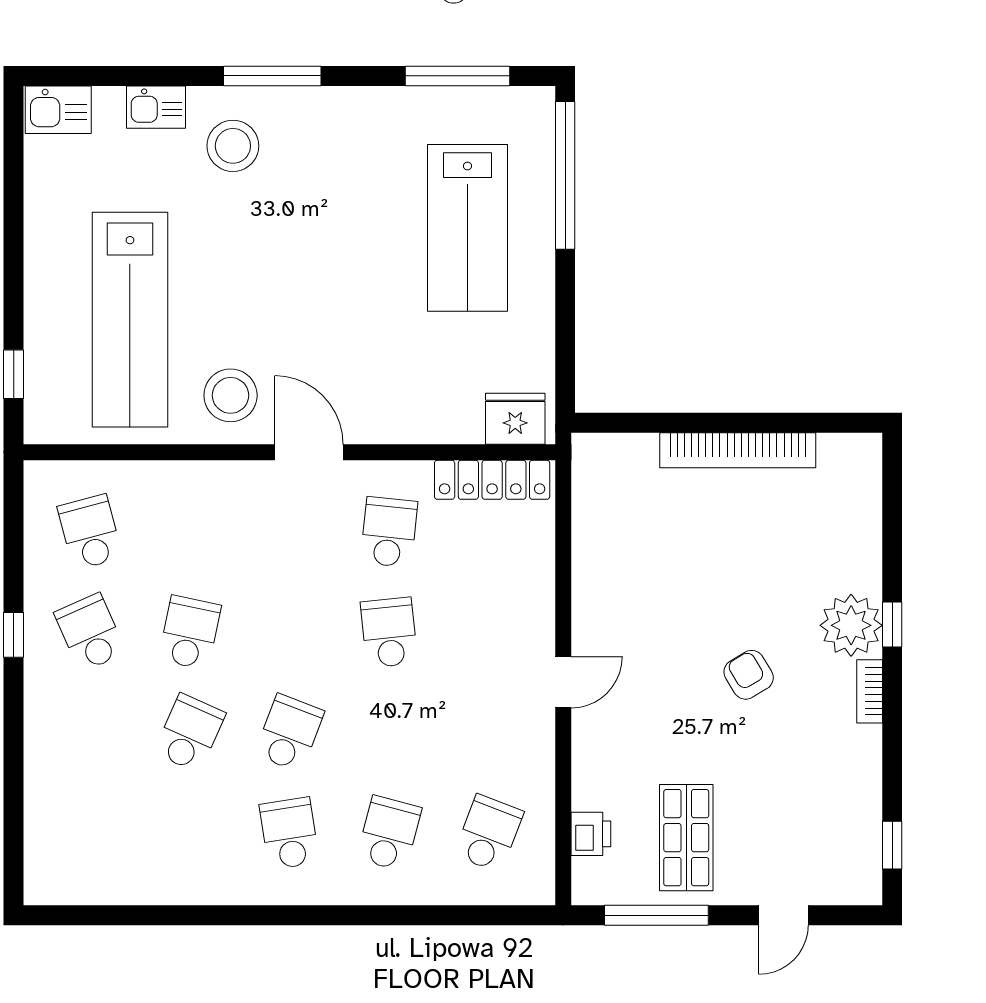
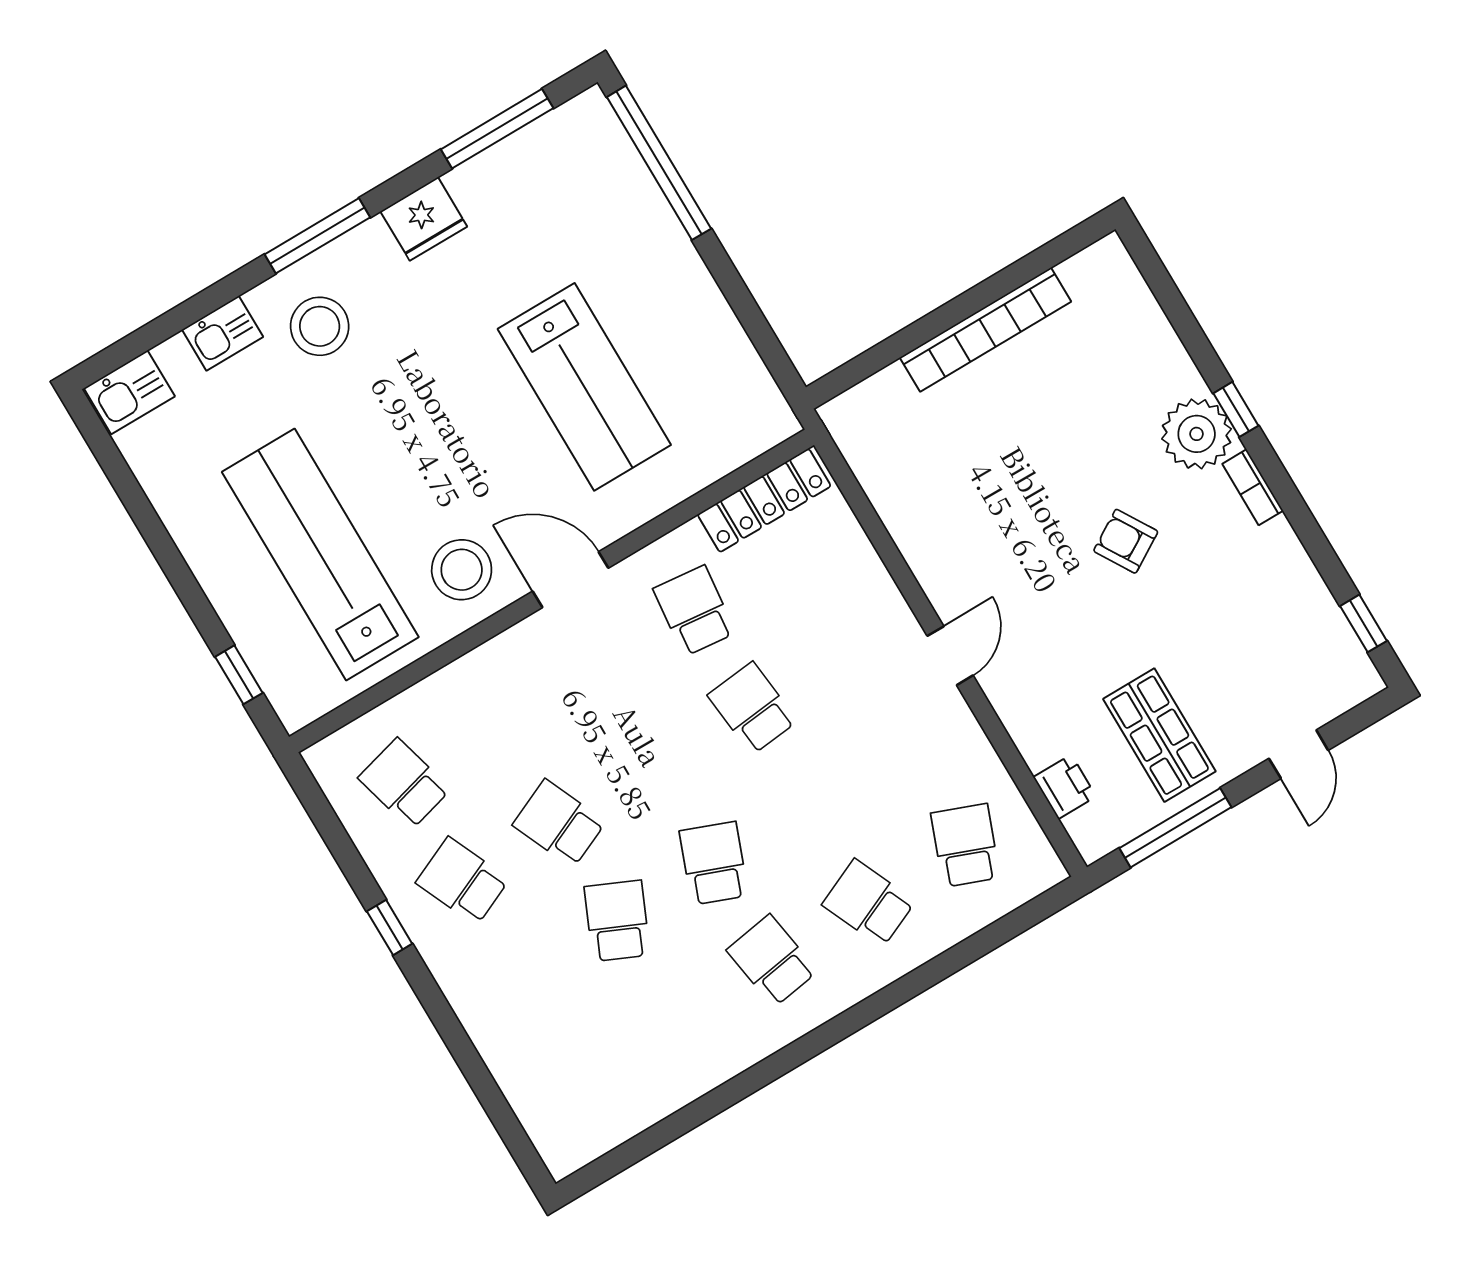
lab bench: (467, 228) -> (584, 387), moved
lab bench: (130, 320) -> (320, 554), turned 180
fridge: (515, 419) -> (424, 219), moved, turned 180
school desk: (190, 633) -> (559, 823), turned -36
school desk: (389, 833) -> (869, 903), turned -39

